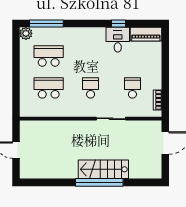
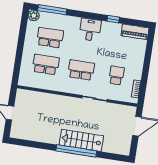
desk: (118, 40) -> (90, 30), moved
school desk: (91, 88) -> (81, 70), width x1.85

